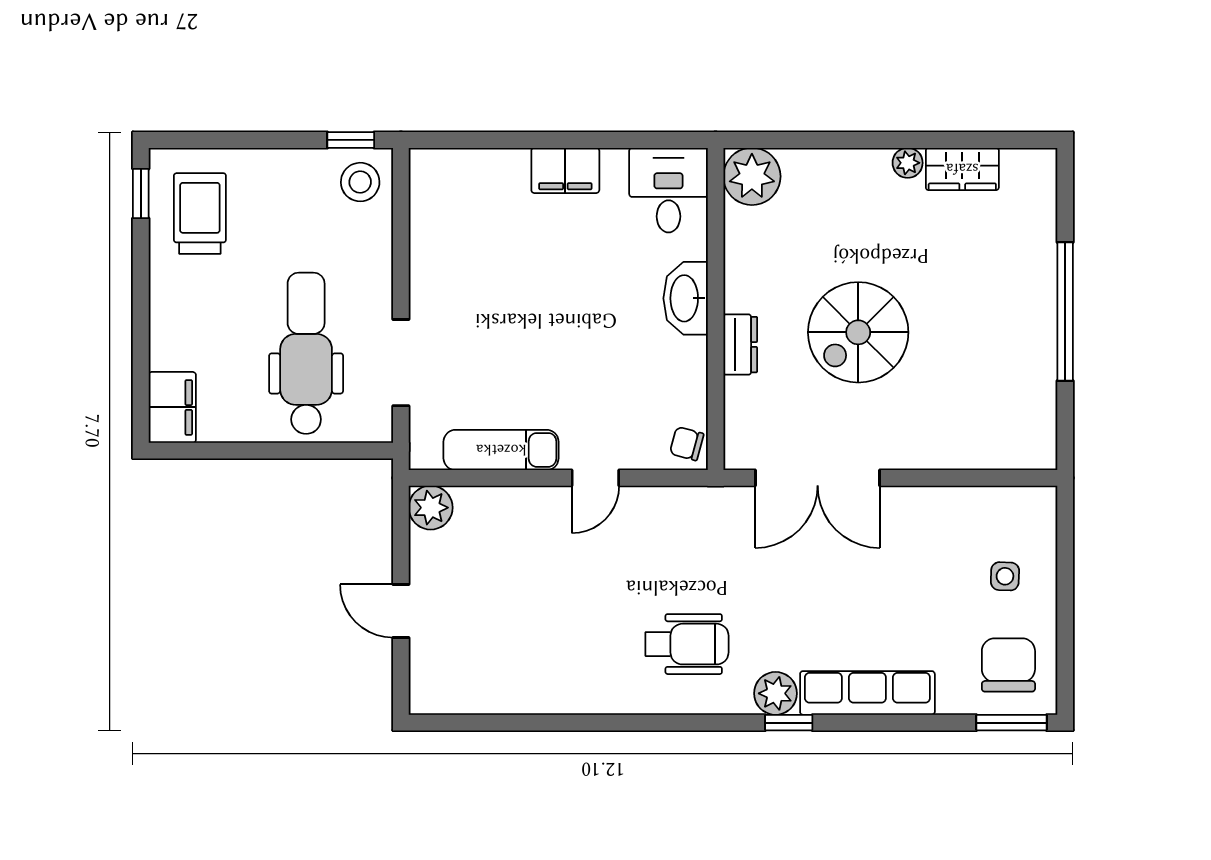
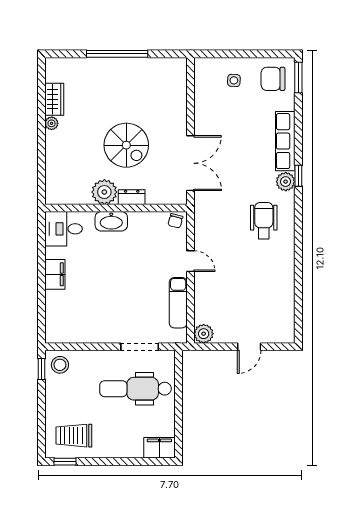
plant: (752, 176) -> (104, 192), moved

